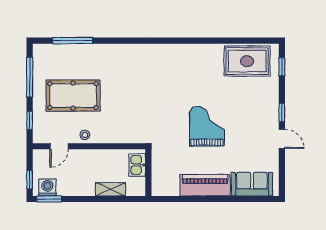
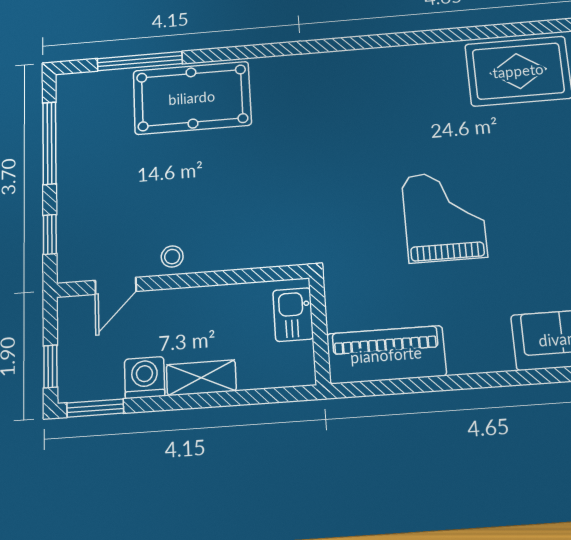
pool table: (73, 96) -> (192, 98), moved
piano: (205, 185) -> (386, 355), moved
washing machine: (47, 187) -> (145, 378), moved
shelving: (110, 189) -> (201, 378), moved

